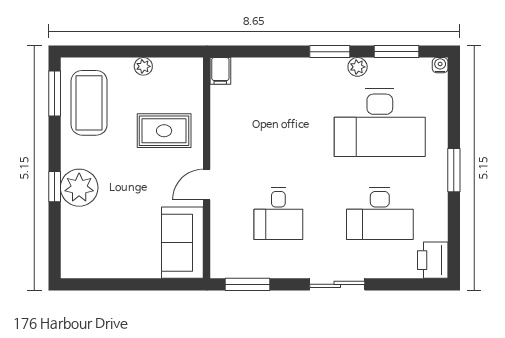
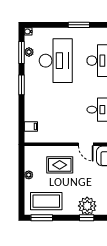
plant: (358, 67) -> (29, 52), moved
filing cabinet: (220, 71) -> (31, 126), moved
rug: (164, 131) -> (60, 165), turned 90

